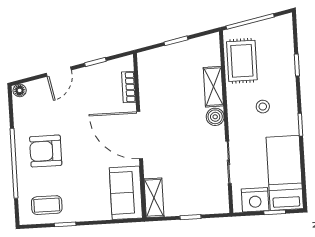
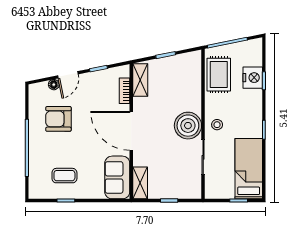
shelving: (213, 87) -> (140, 80), moved
floor lamp: (20, 90) -> (54, 85), moved
stool: (263, 107) -> (217, 125), moved
boiler: (215, 117) -> (188, 126), width x1.86, depth x1.86
armchair: (46, 151) -> (58, 119), moved
nightstand: (255, 200) -> (253, 78), moved, turned -90
coffee table: (47, 205) -> (64, 176), moved

